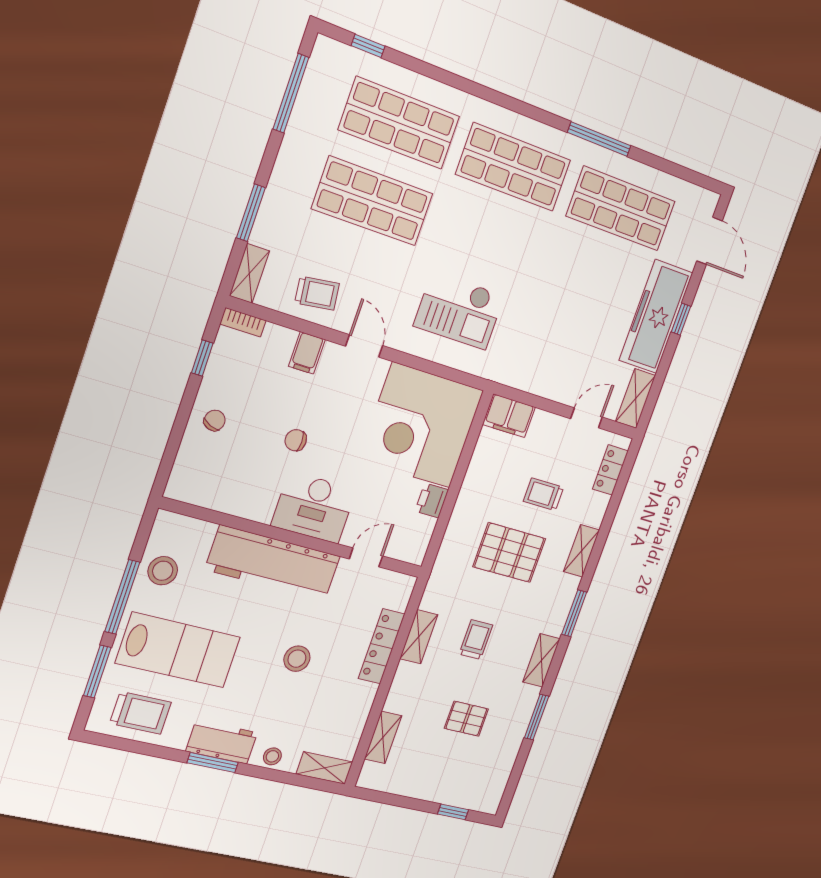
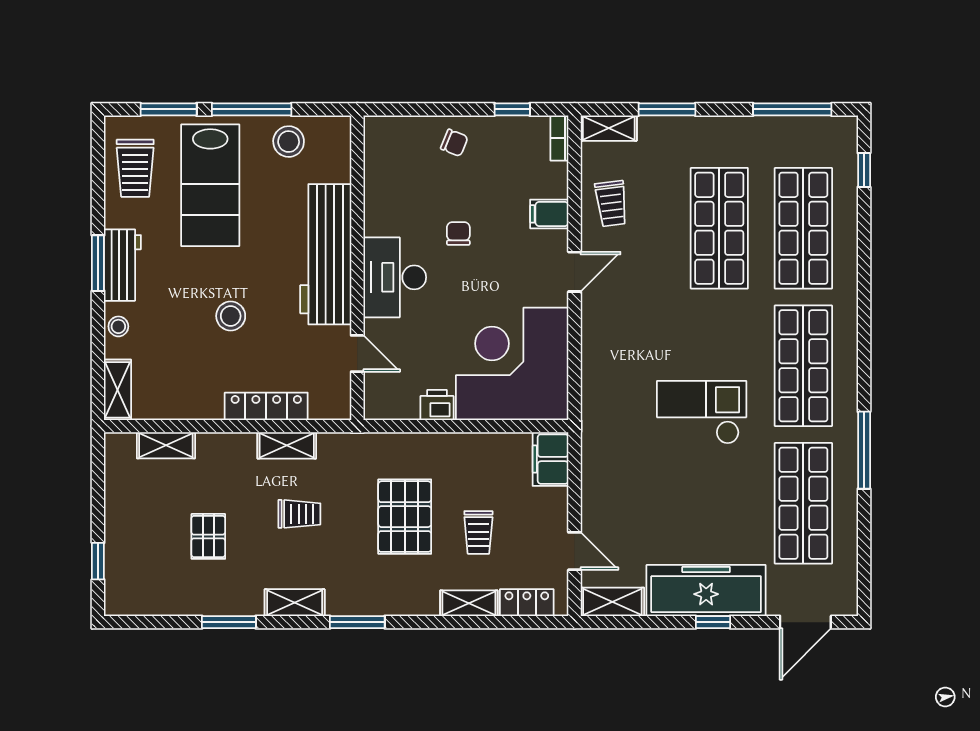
checkout: (459, 311) -> (702, 412), moved, turned 90
trolley: (544, 494) -> (478, 532), turned 180
shelving: (582, 551) -> (469, 603), moved

